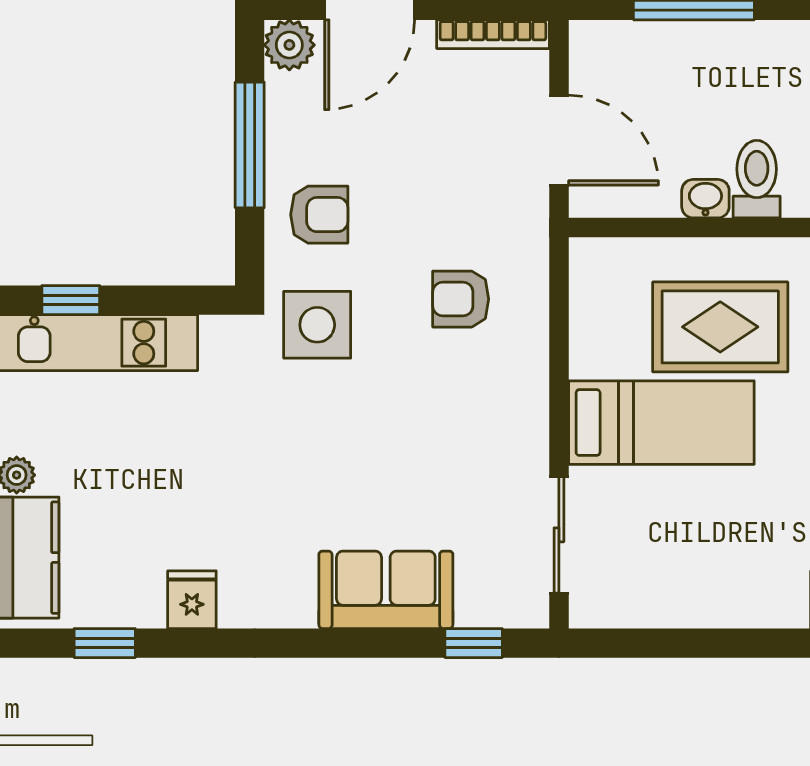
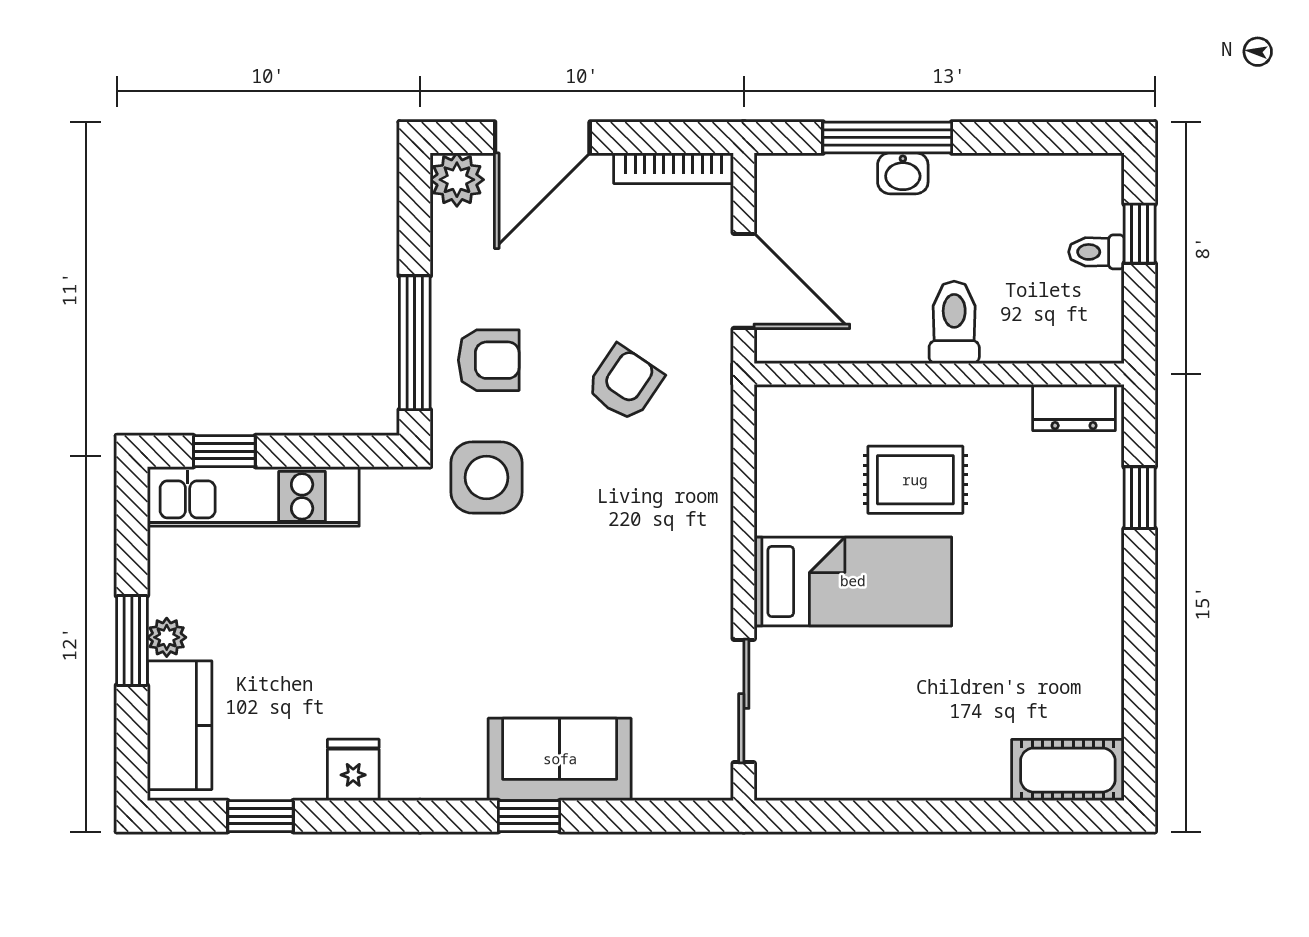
window: (250, 145) -> (415, 343), moved
washbasin: (705, 199) -> (903, 173), moved, turned 180
armchair: (461, 299) -> (625, 383), moved, turned 124
rug: (720, 327) -> (915, 480), width x0.73, depth x0.70
window: (474, 643) -> (529, 816), moved

